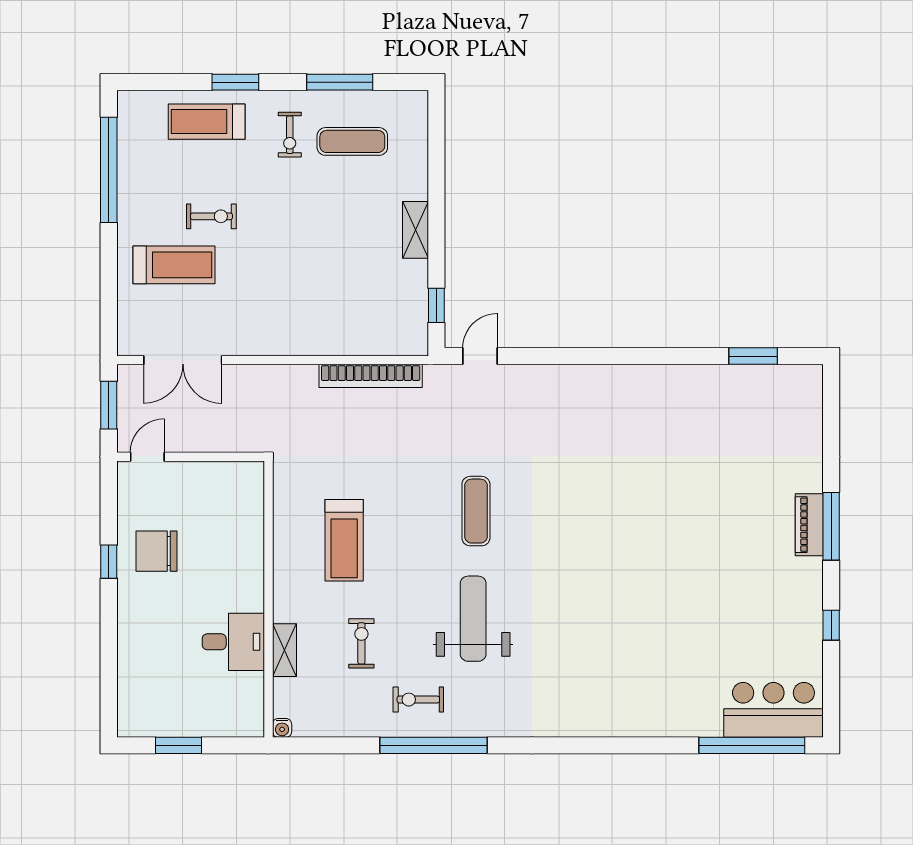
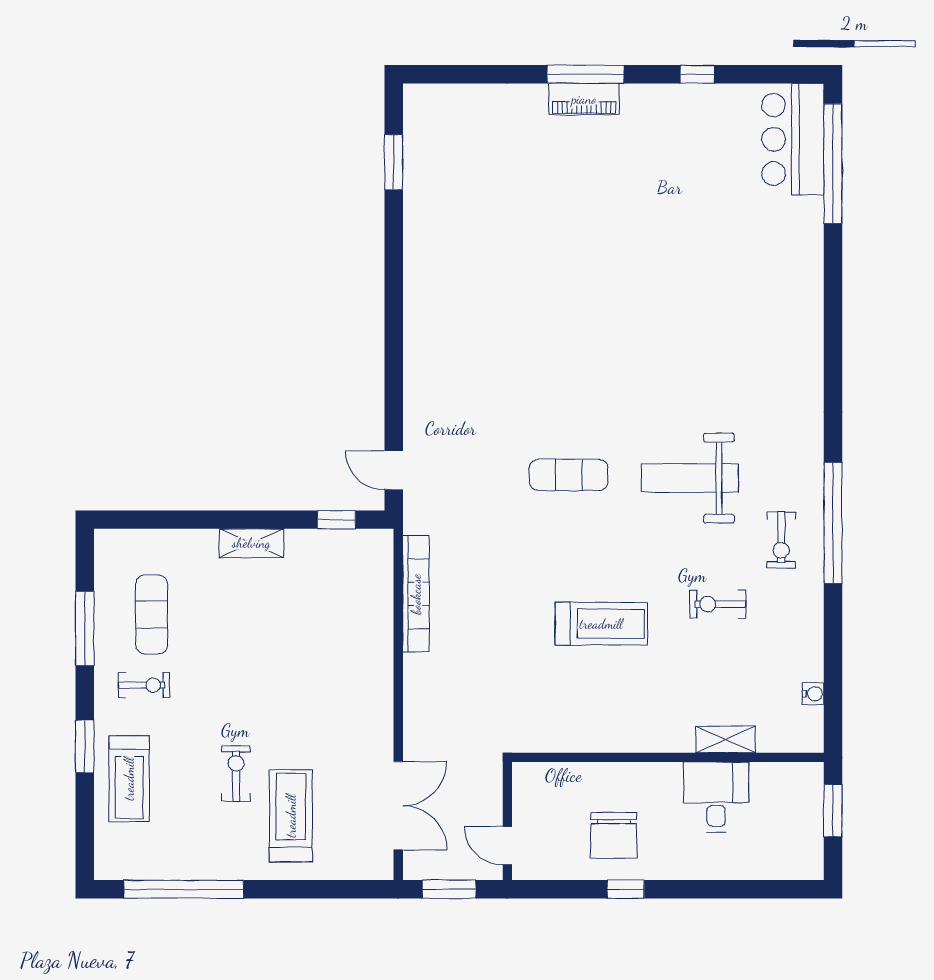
wall: (269, 599) -> (668, 757), moved
desk: (233, 642) -> (716, 797), moved
shelving: (284, 650) -> (726, 739), moved

